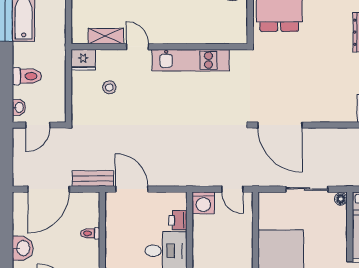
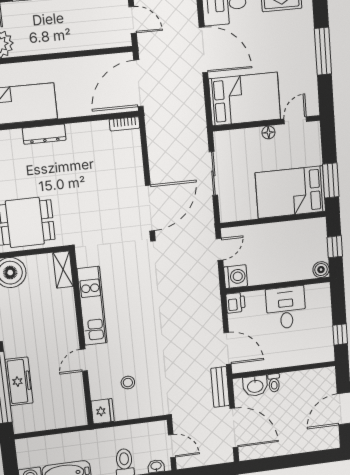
shelving: (106, 36) -> (63, 270), moved
door: (132, 189) -> (227, 348), swing flipped
floor lamp: (341, 199) -> (268, 132), moved
printer: (178, 220) -> (236, 303), moved, turned -90
washbasin: (23, 248) -> (255, 386), moved, turned 180

